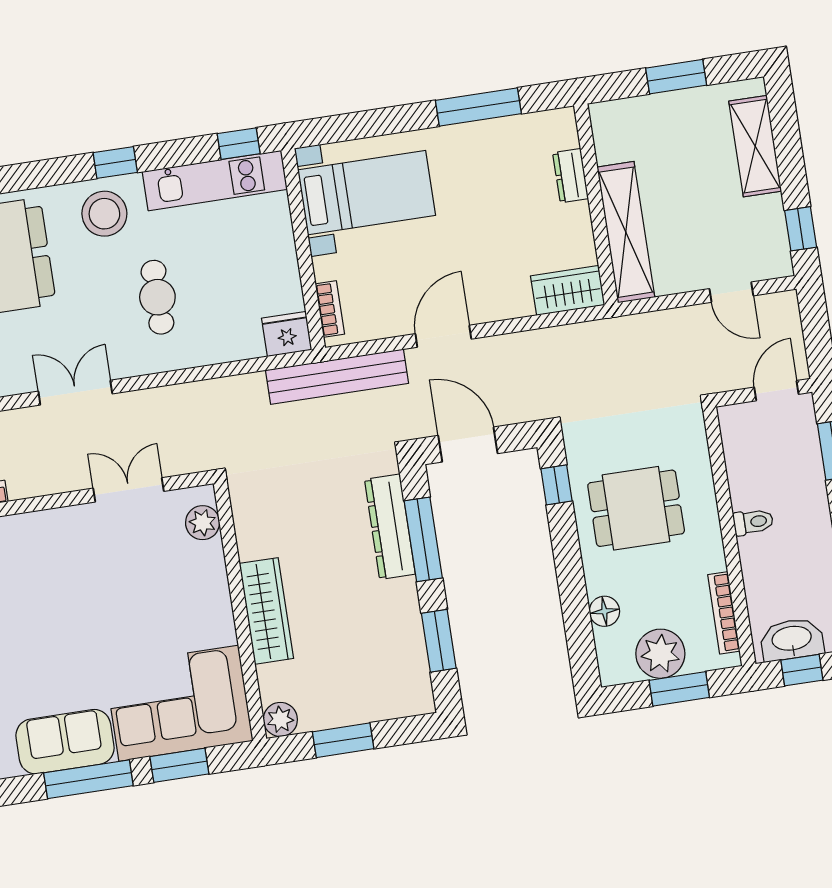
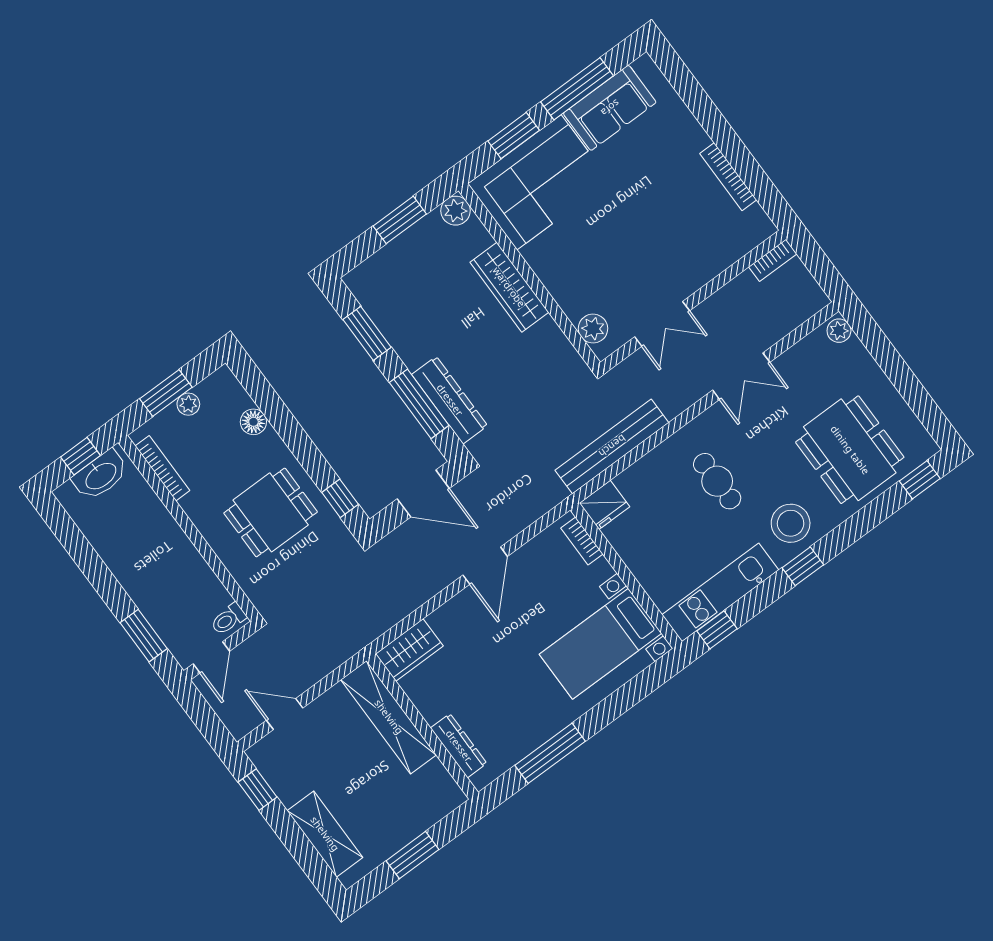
dresser: (571, 176) -> (459, 746), width x1.44
bench: (337, 377) -> (612, 446), moved
toilet: (753, 522) -> (228, 619), moved
plant: (660, 654) -> (188, 404), width x0.53, depth x0.53

